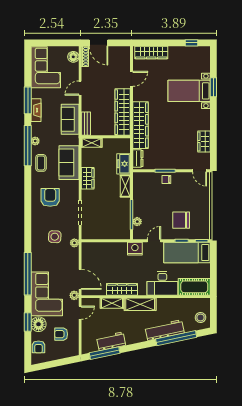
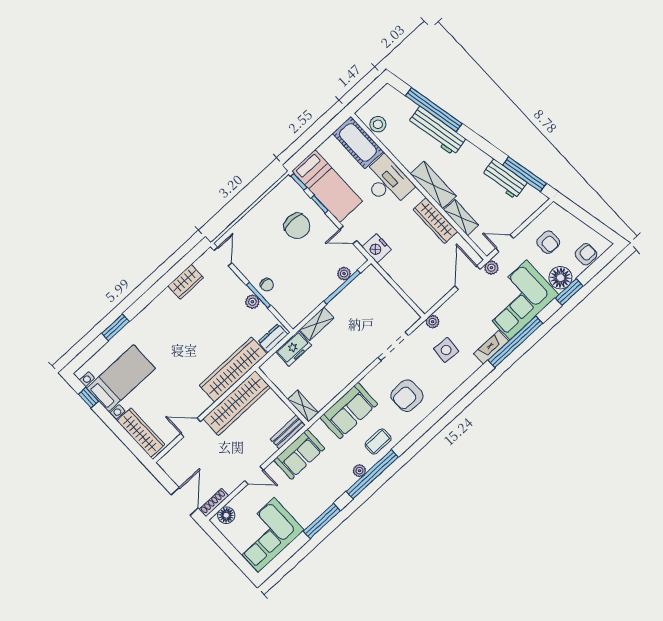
bed with nightstands: (189, 91) -> (121, 378), moved, turned -90
fireplace: (36, 110) -> (491, 347), moved
plant: (165, 165) -> (252, 302), added
wardrobe: (88, 178) -> (347, 374), removed
stool: (200, 318) -> (378, 124), moved

